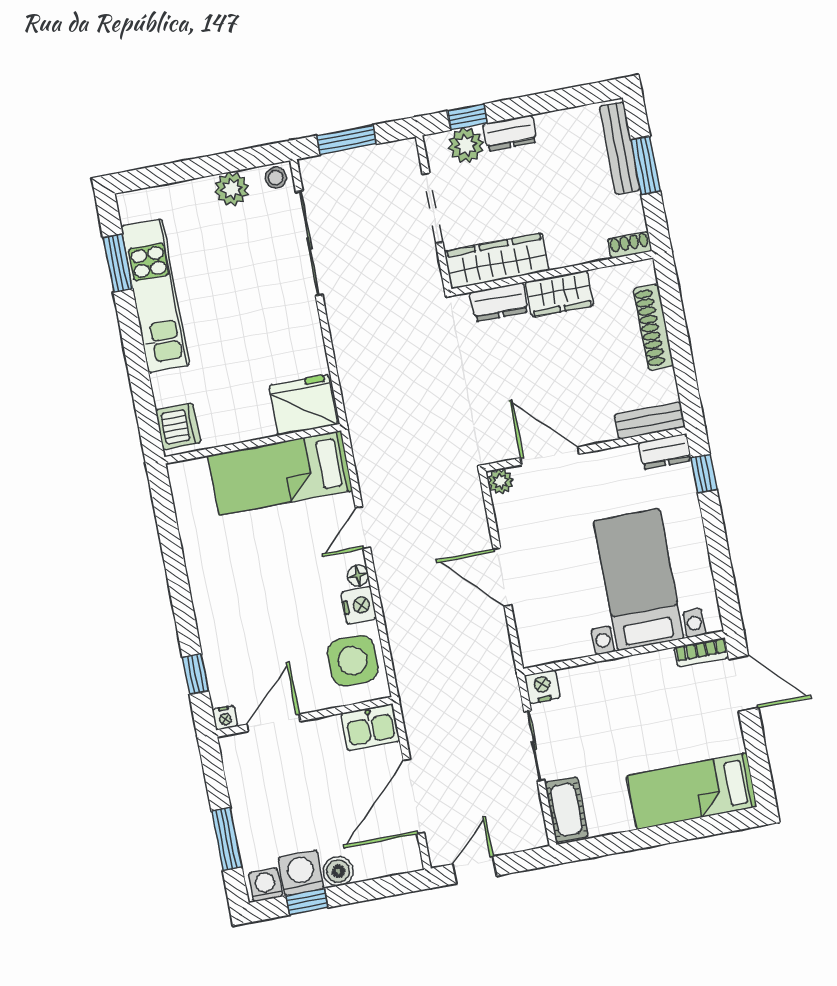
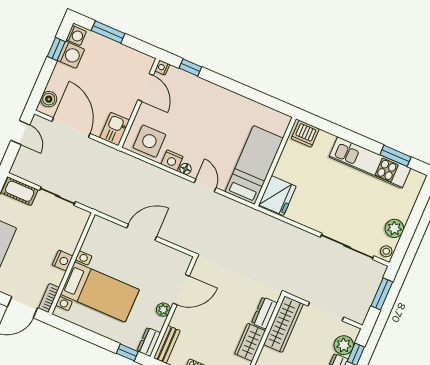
plant: (500, 481) -> (163, 310), moved
nightstand: (542, 687) -> (63, 261), moved
boiler: (338, 871) -> (49, 99), moved

